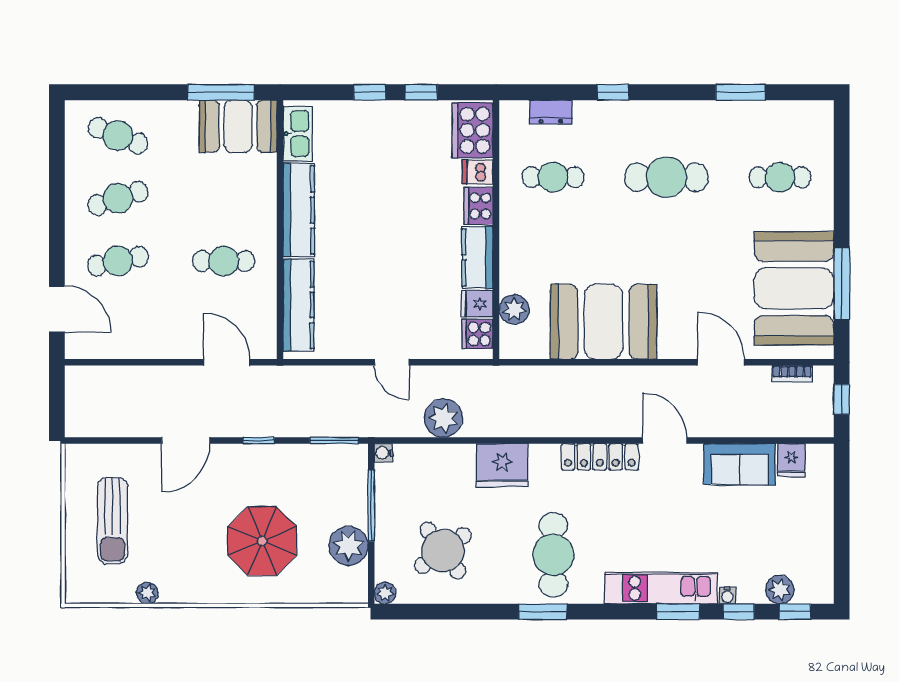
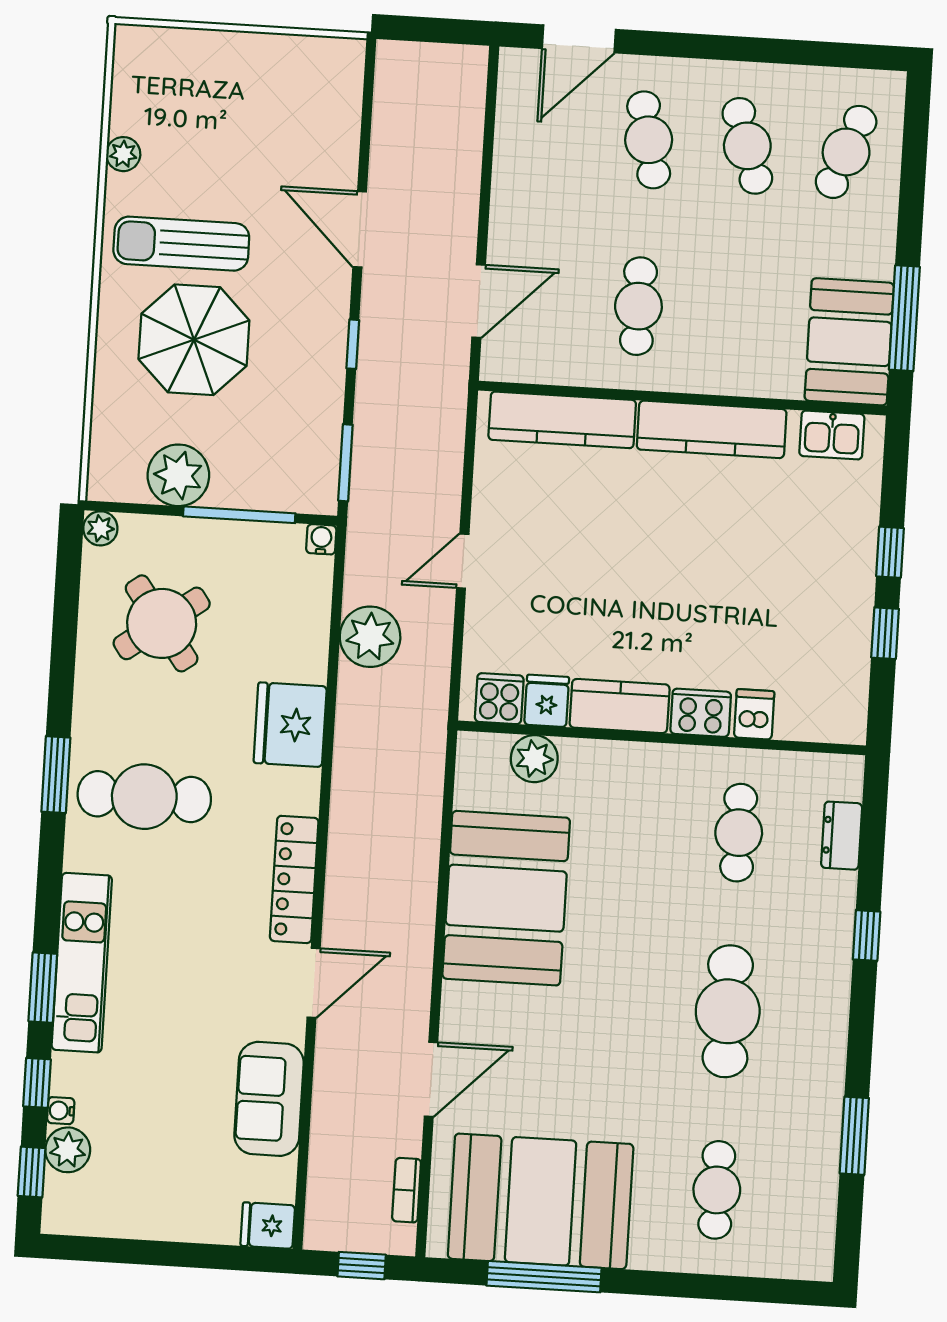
cooker: (473, 130) -> (820, 710), removed
kitchen sink: (298, 134) -> (832, 435), width x0.73
fridge: (791, 460) -> (268, 1226), moved
sun lounger: (113, 521) -> (181, 244), moved
water cooler: (727, 596) -> (61, 1111), moved

